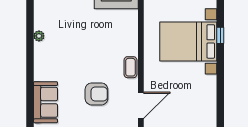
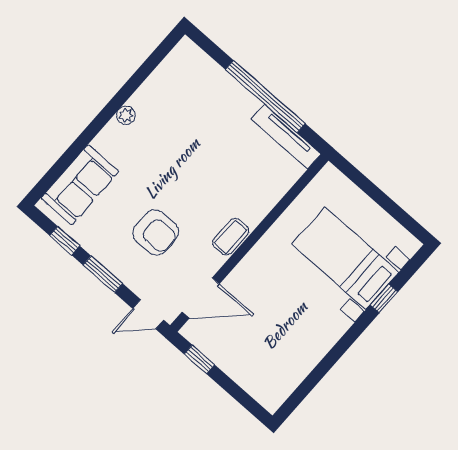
plant: (39, 36) -> (126, 115), moved
bed with nightstands: (188, 41) -> (345, 258), width x0.73

